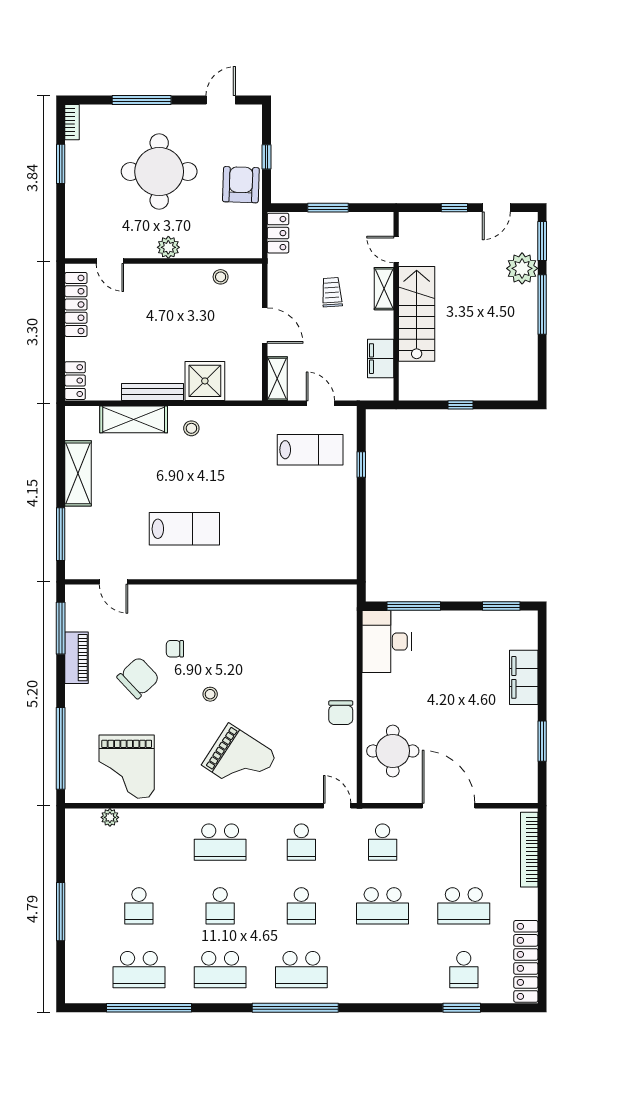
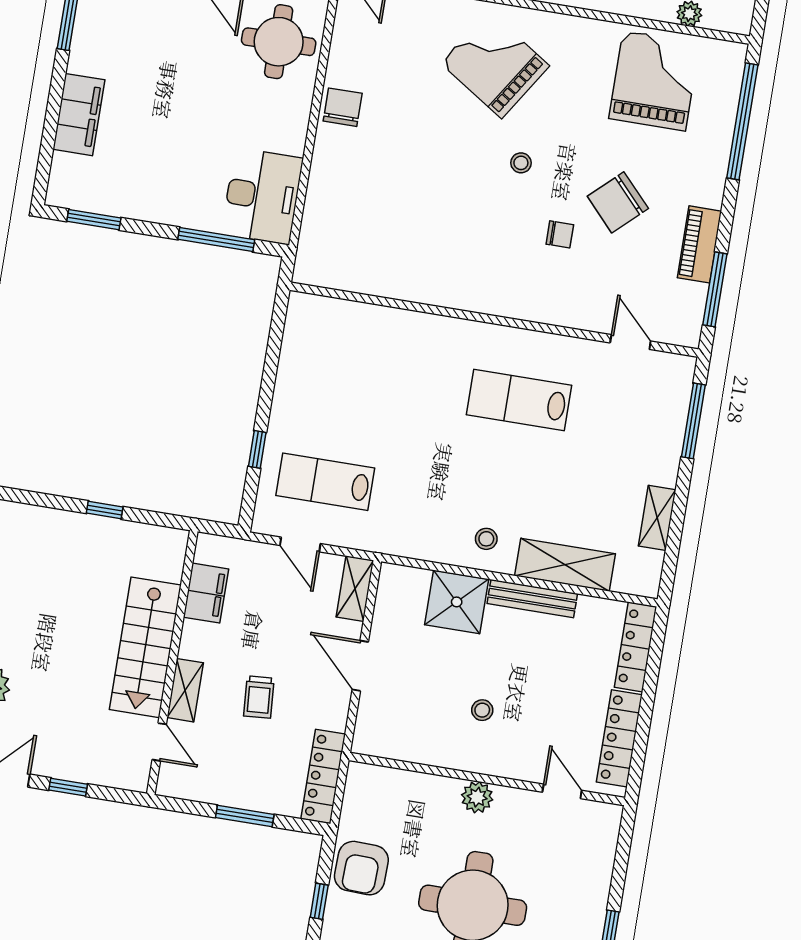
locker: (278, 233) -> (323, 776), width x1.53
stool: (221, 277) -> (482, 710), moved
locker: (75, 381) -> (636, 647), width x1.53
shelving: (78, 473) -> (657, 518), width x0.67, depth x0.75

